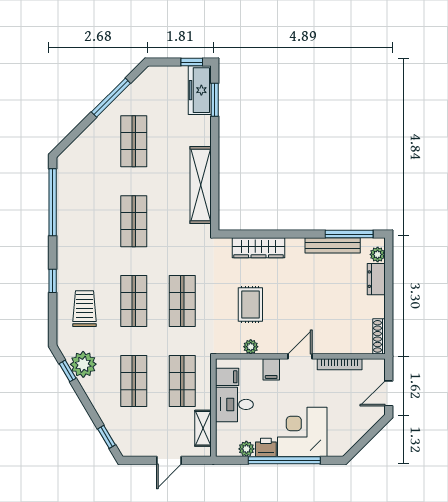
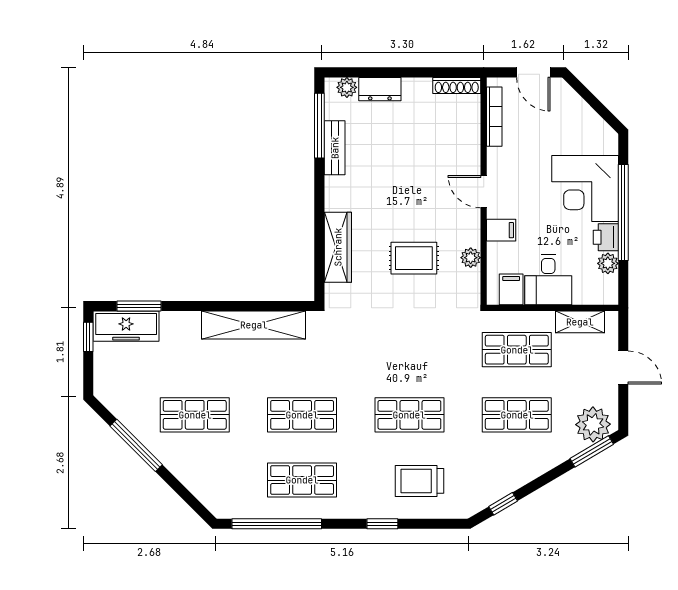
bench: (333, 245) -> (335, 148), width x0.73
shop shelf: (182, 301) -> (302, 480), moved
plant: (83, 364) -> (593, 424), moved
bookcase: (340, 364) -> (494, 117), moved
window: (107, 437) -> (592, 451), width x1.50

